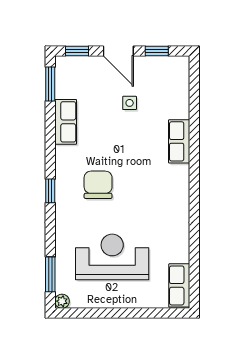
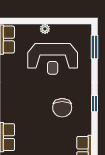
plant: (62, 301) -> (45, 29), moved

